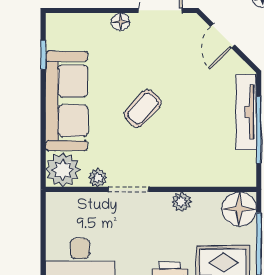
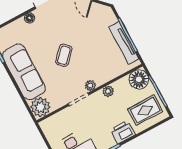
tv unit: (246, 112) -> (124, 43), moved
plant: (98, 178) -> (90, 85), moved

